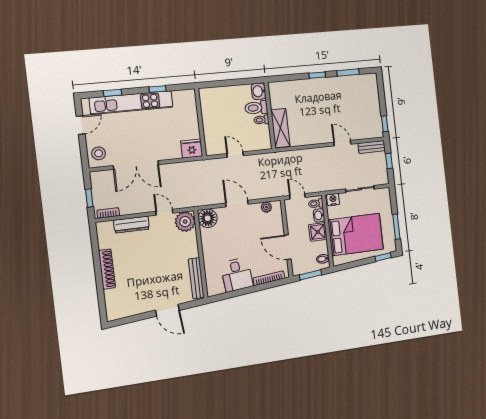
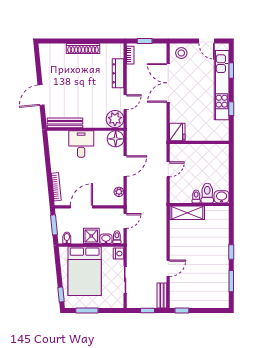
desk: (237, 275) -> (81, 144), moved, turned 96

